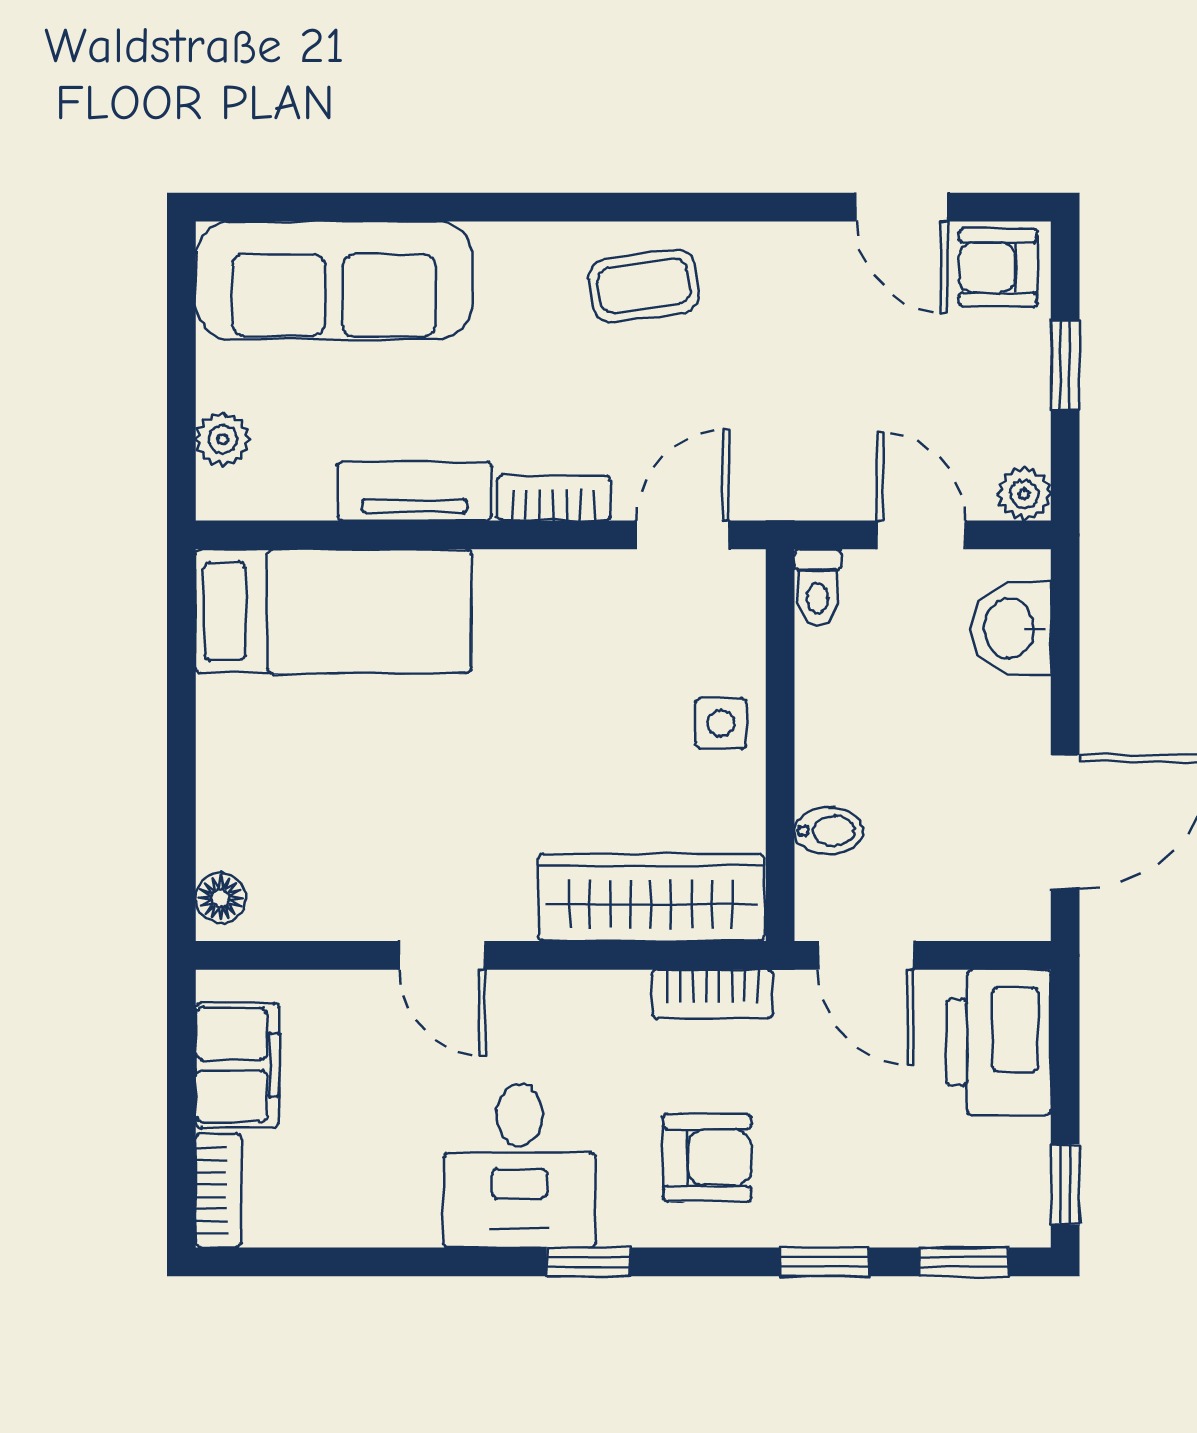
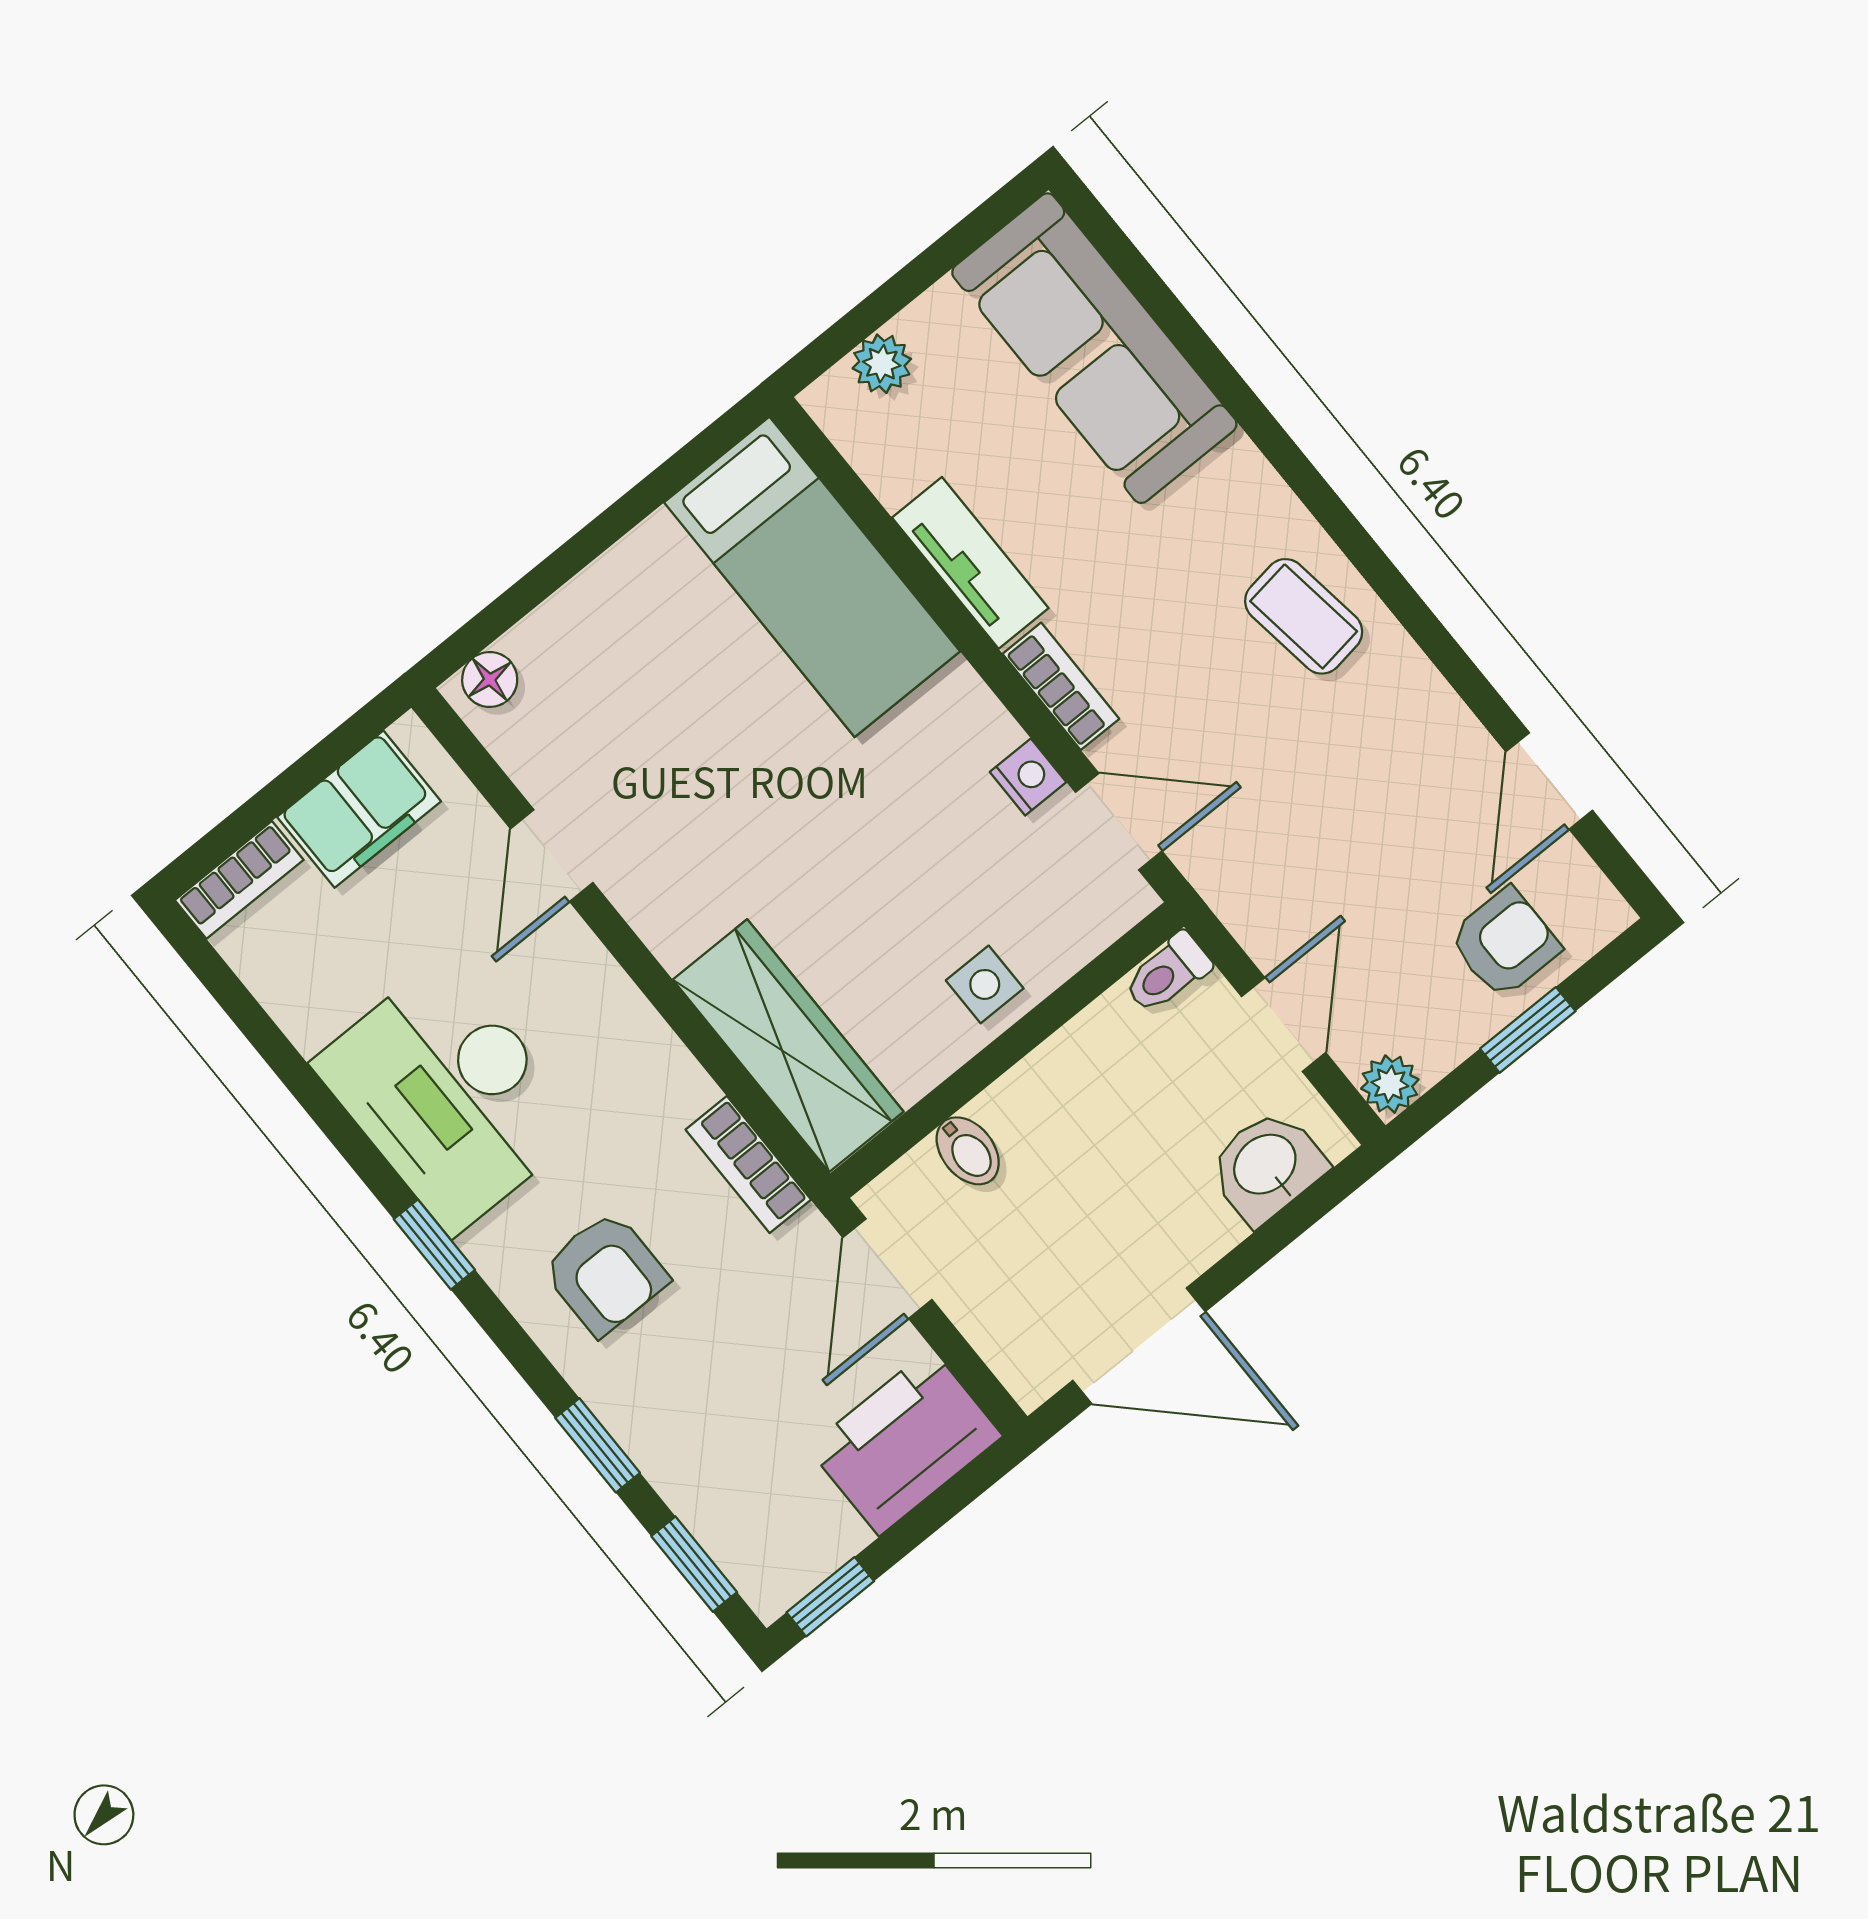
armchair: (998, 268) -> (1505, 943), moved, turned 90
nightstand: (599, 573) -> (1028, 777), added
door: (442, 955) -> (552, 856), moved
desk: (520, 1166) -> (449, 1095), width x1.37

